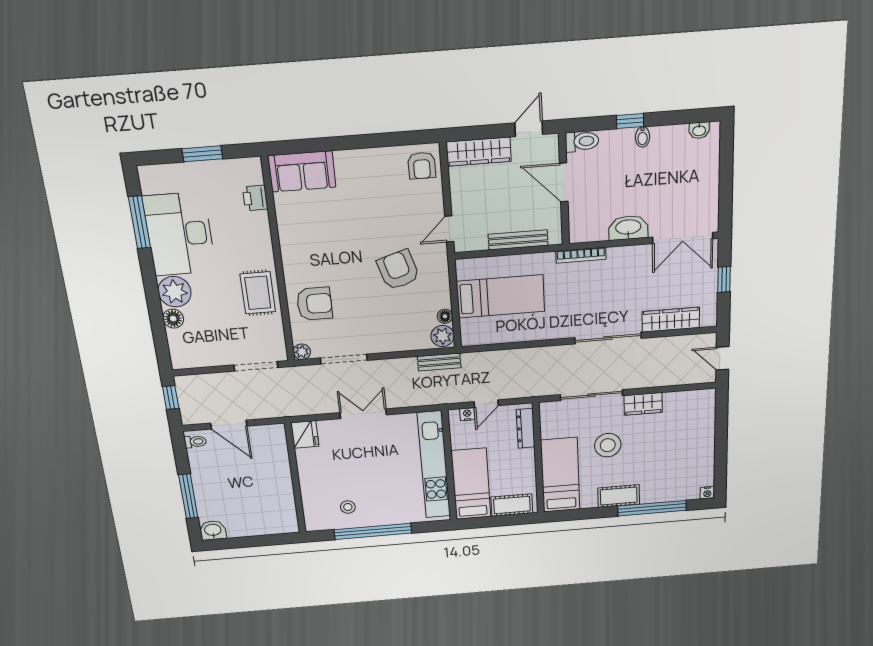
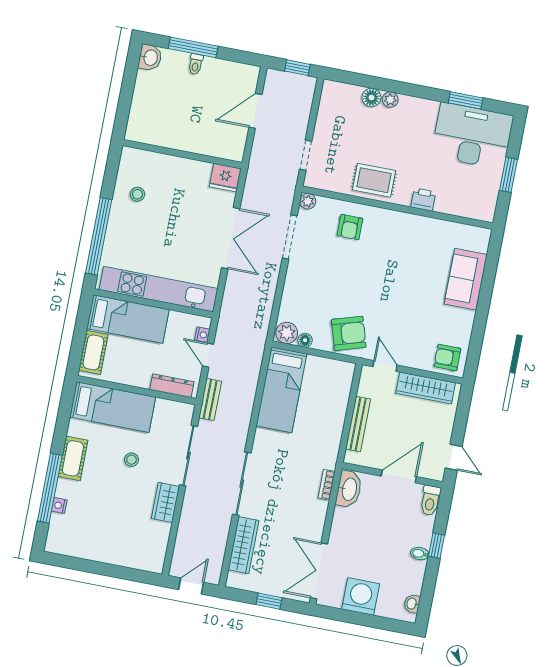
wardrobe: (479, 152) -> (426, 388), moved, turned -90
sofa: (302, 171) -> (466, 279), moved
washing machine: (702, 187) -> (361, 597), added
printer: (255, 198) -> (423, 200), moved
window: (139, 222) -> (466, 100), width x0.69
washbasin: (628, 228) -> (349, 489), moved
desk: (179, 234) -> (472, 136), moved
bookcase: (581, 255) -> (327, 485), width x0.64
armchair: (398, 270) -> (349, 333), moved
plant: (175, 292) -> (390, 100), width x0.53, depth x0.53
bed: (501, 296) -> (281, 390), moved
armchair: (315, 304) -> (350, 227), width x0.72, depth x0.72
bench: (439, 362) -> (210, 399), moved
doorway: (256, 366) -> (306, 155), width x0.73
double door: (363, 414) -> (231, 238), width x1.37
toilet: (195, 442) -> (196, 64), moved
stool: (608, 445) -> (131, 460), width x0.53, depth x0.53
nightstand: (707, 493) -> (59, 505), moved
window: (373, 531) -> (99, 236), moved

